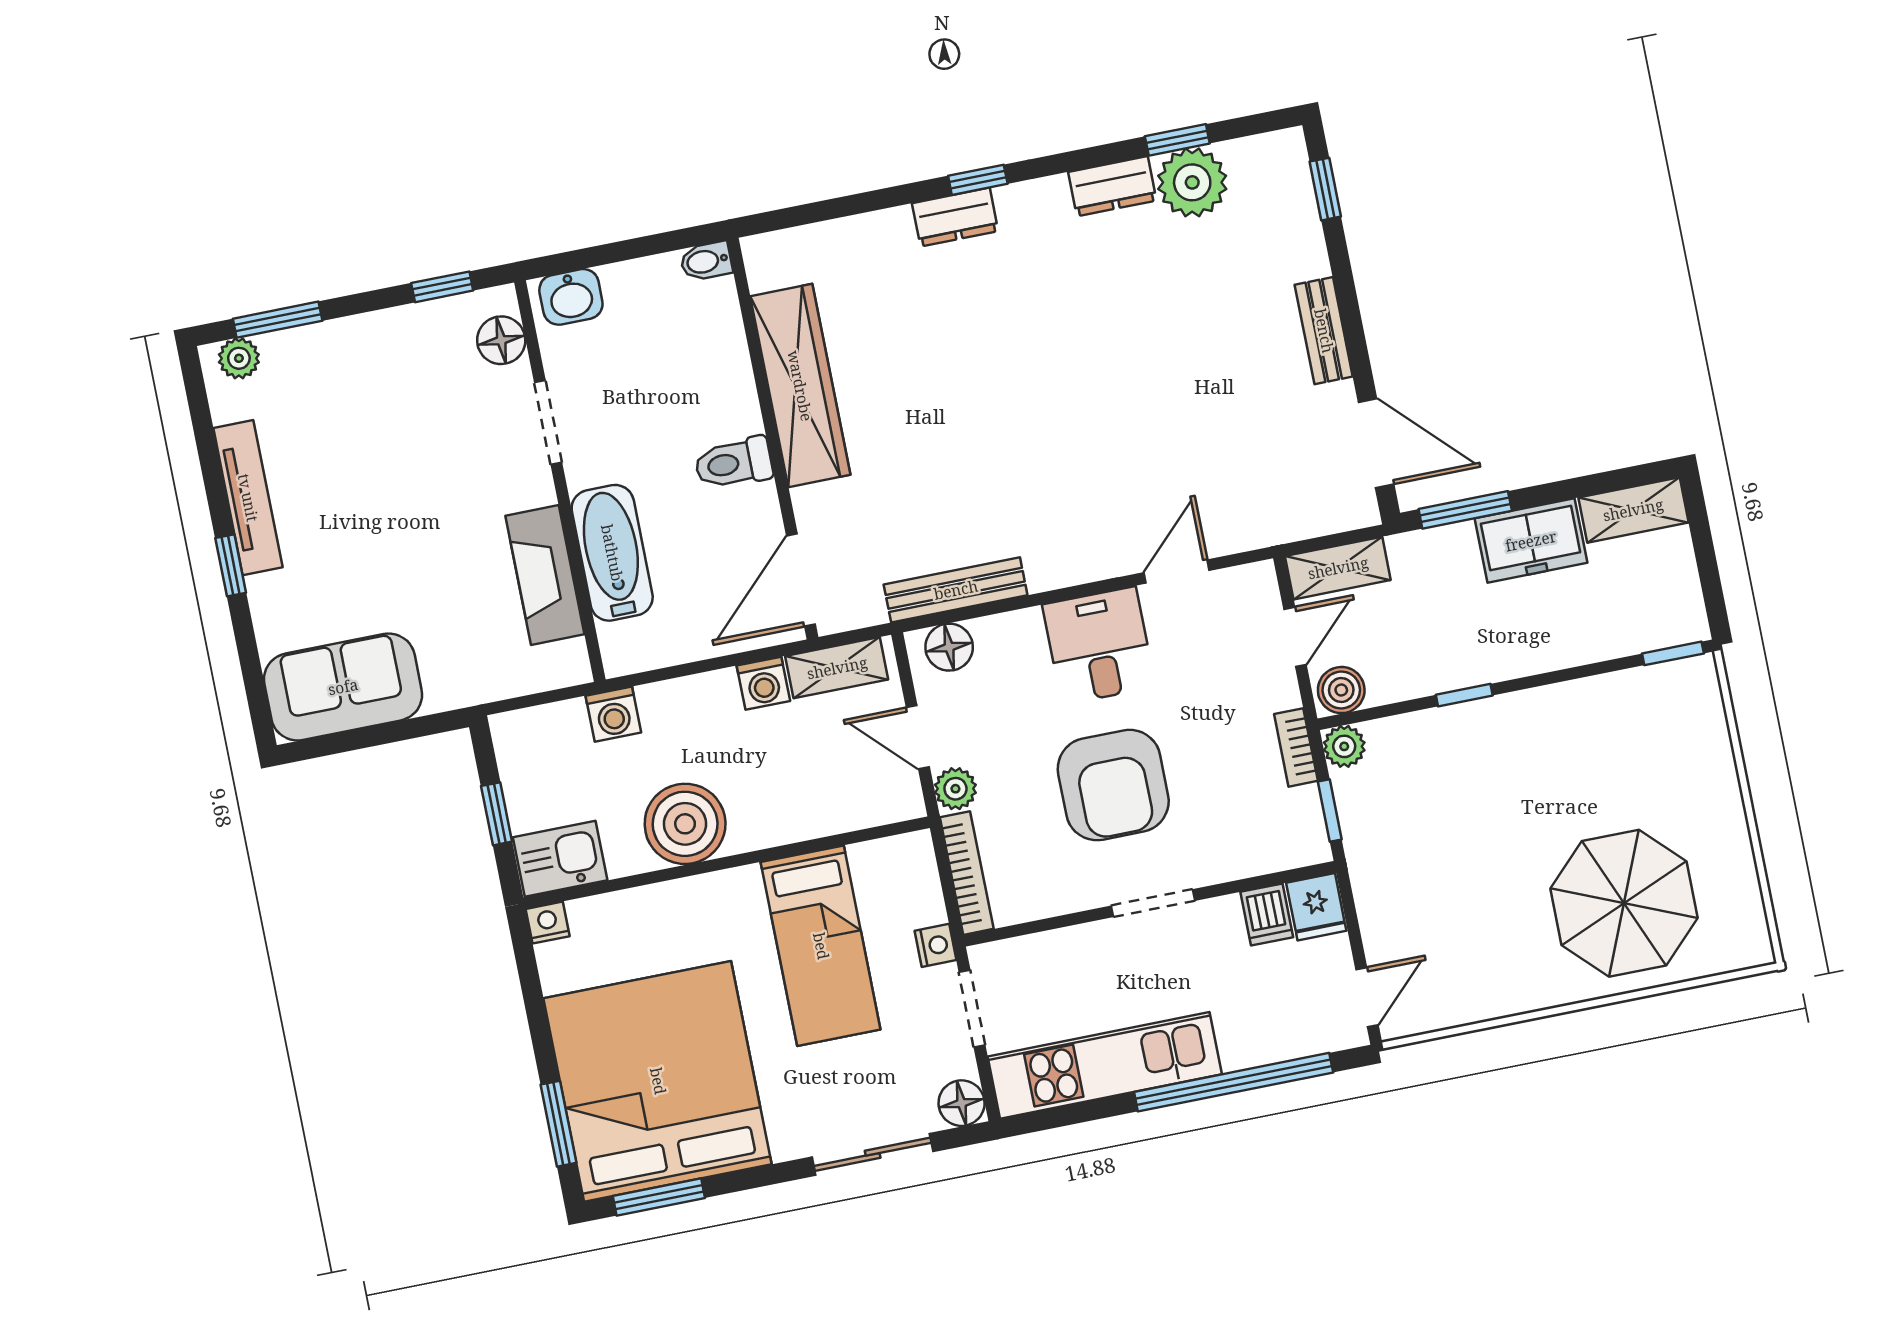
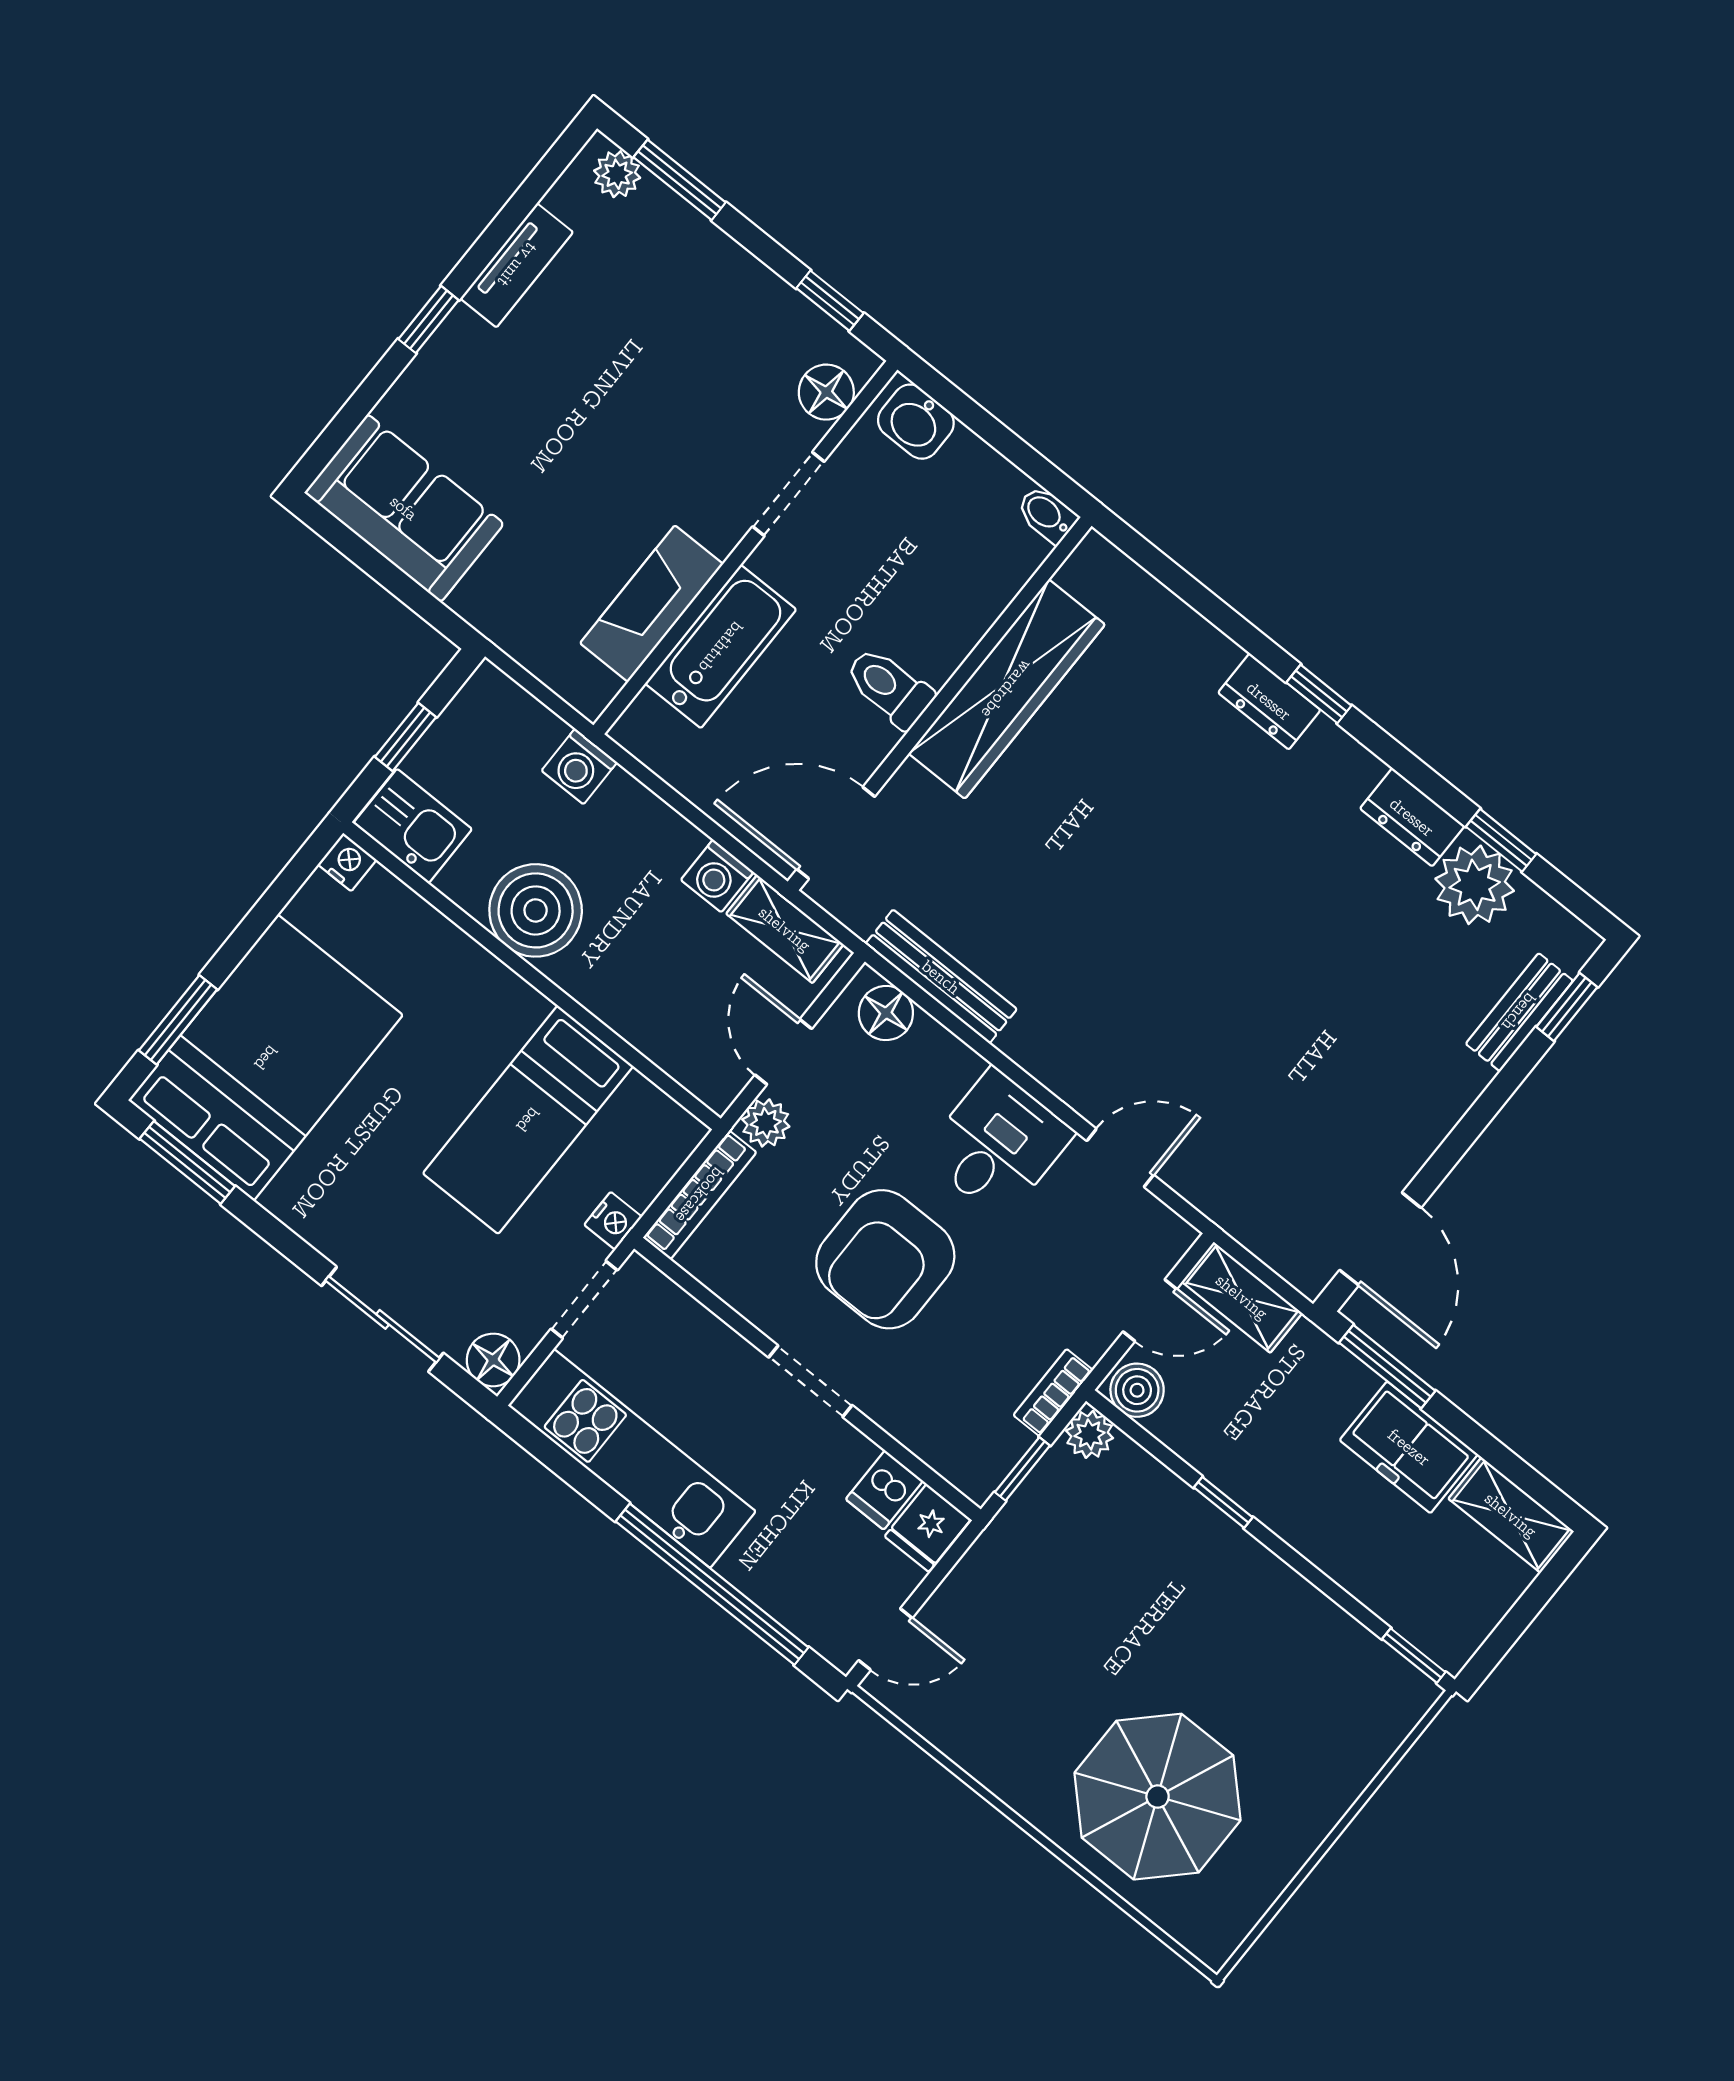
bench: (1324, 331) -> (1519, 1012), moved
tv unit: (248, 498) -> (517, 265), width x0.71
bed: (658, 1081) -> (266, 1058), width x0.73

